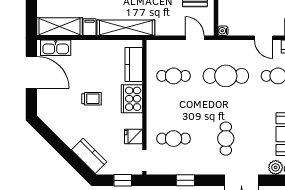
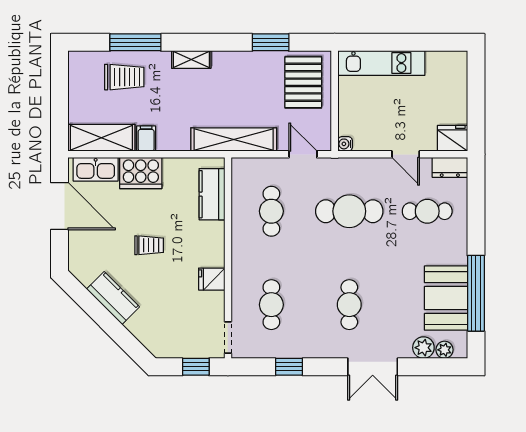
shelving: (126, 28) -> (234, 139), moved
cafe table: (174, 76) -> (271, 211), turned 90
cooker: (132, 99) -> (141, 173), moved, turned -90
fridge: (133, 136) -> (212, 279), moved
cafe table: (174, 139) -> (271, 305), turned 90
kitchen counter: (89, 156) -> (113, 298), moved

